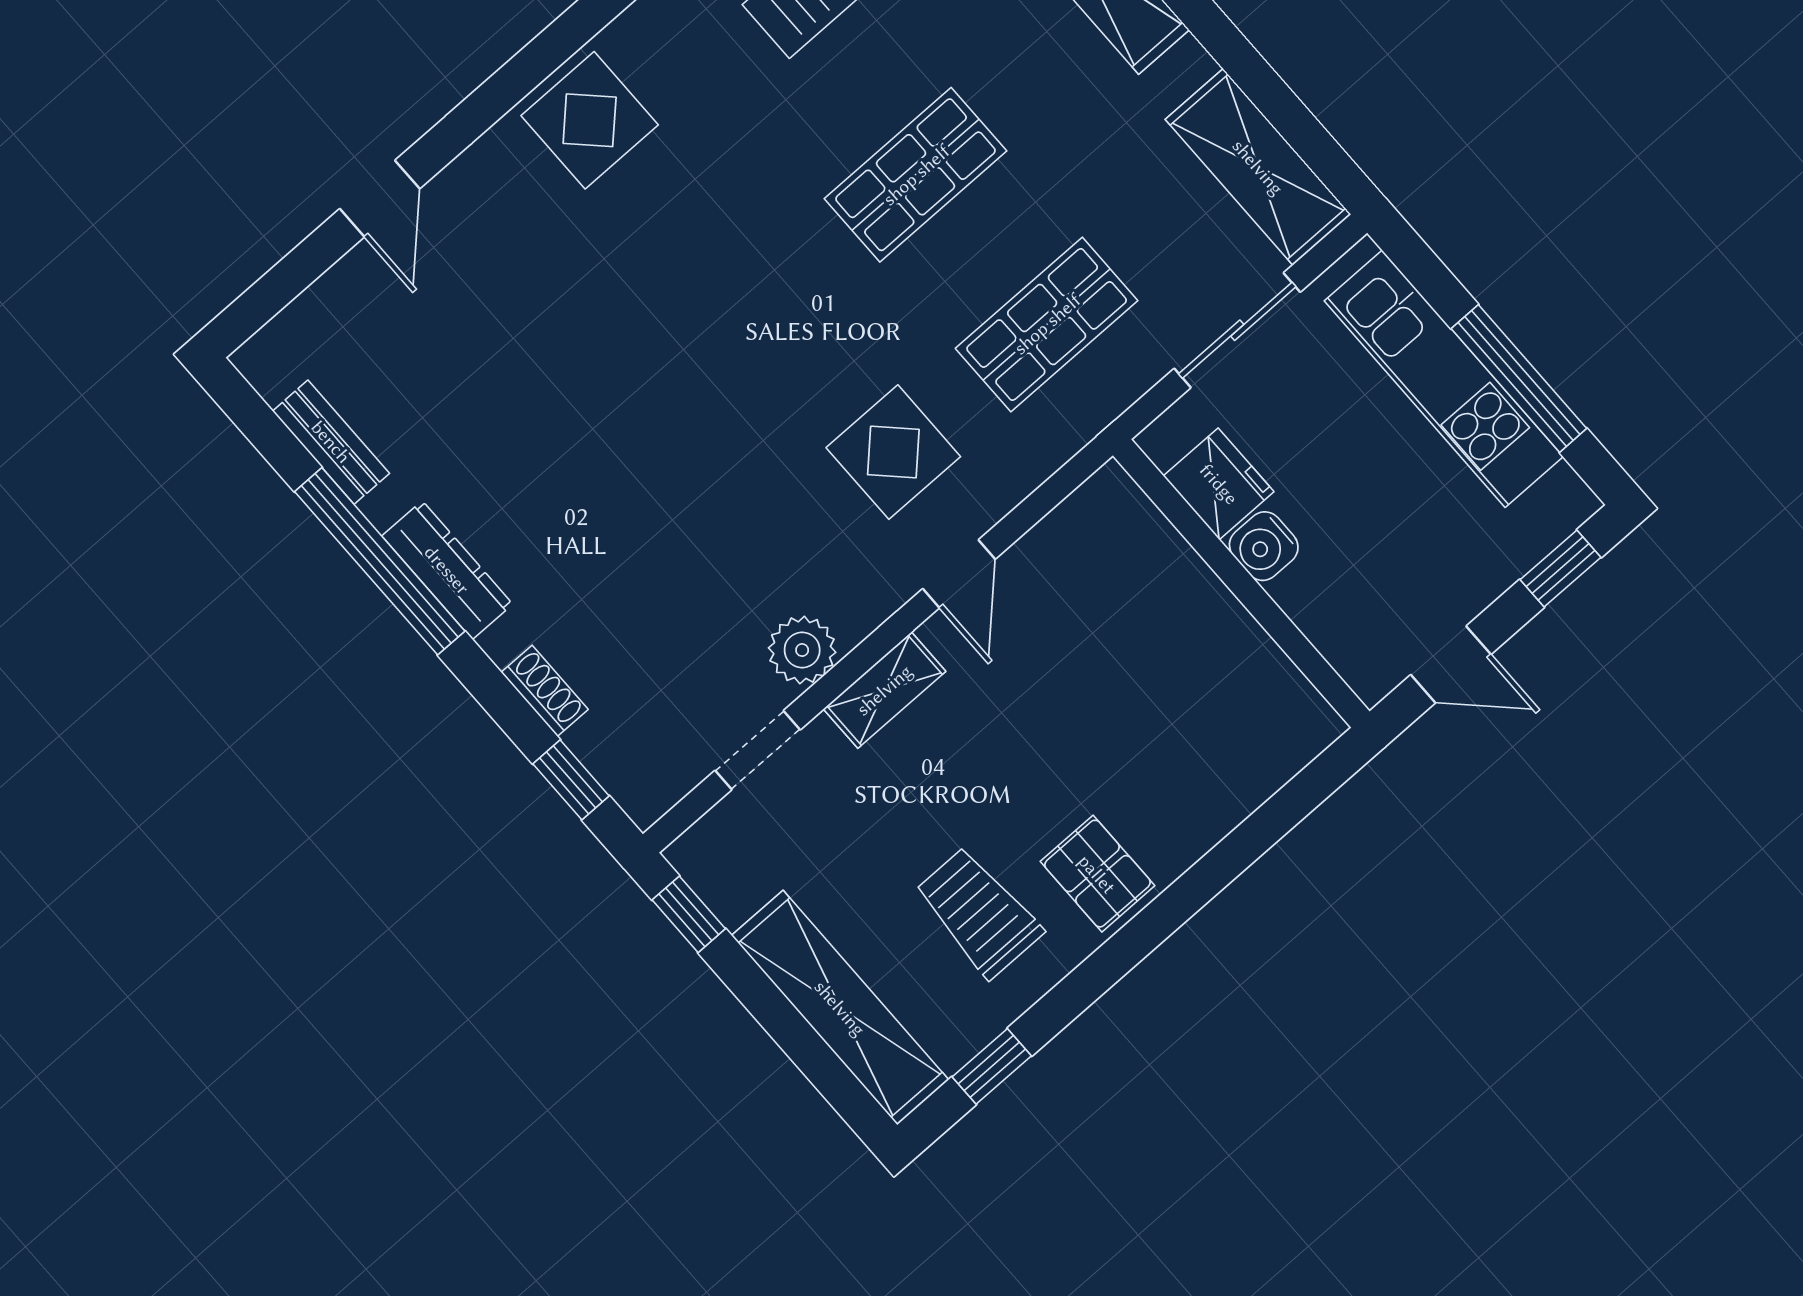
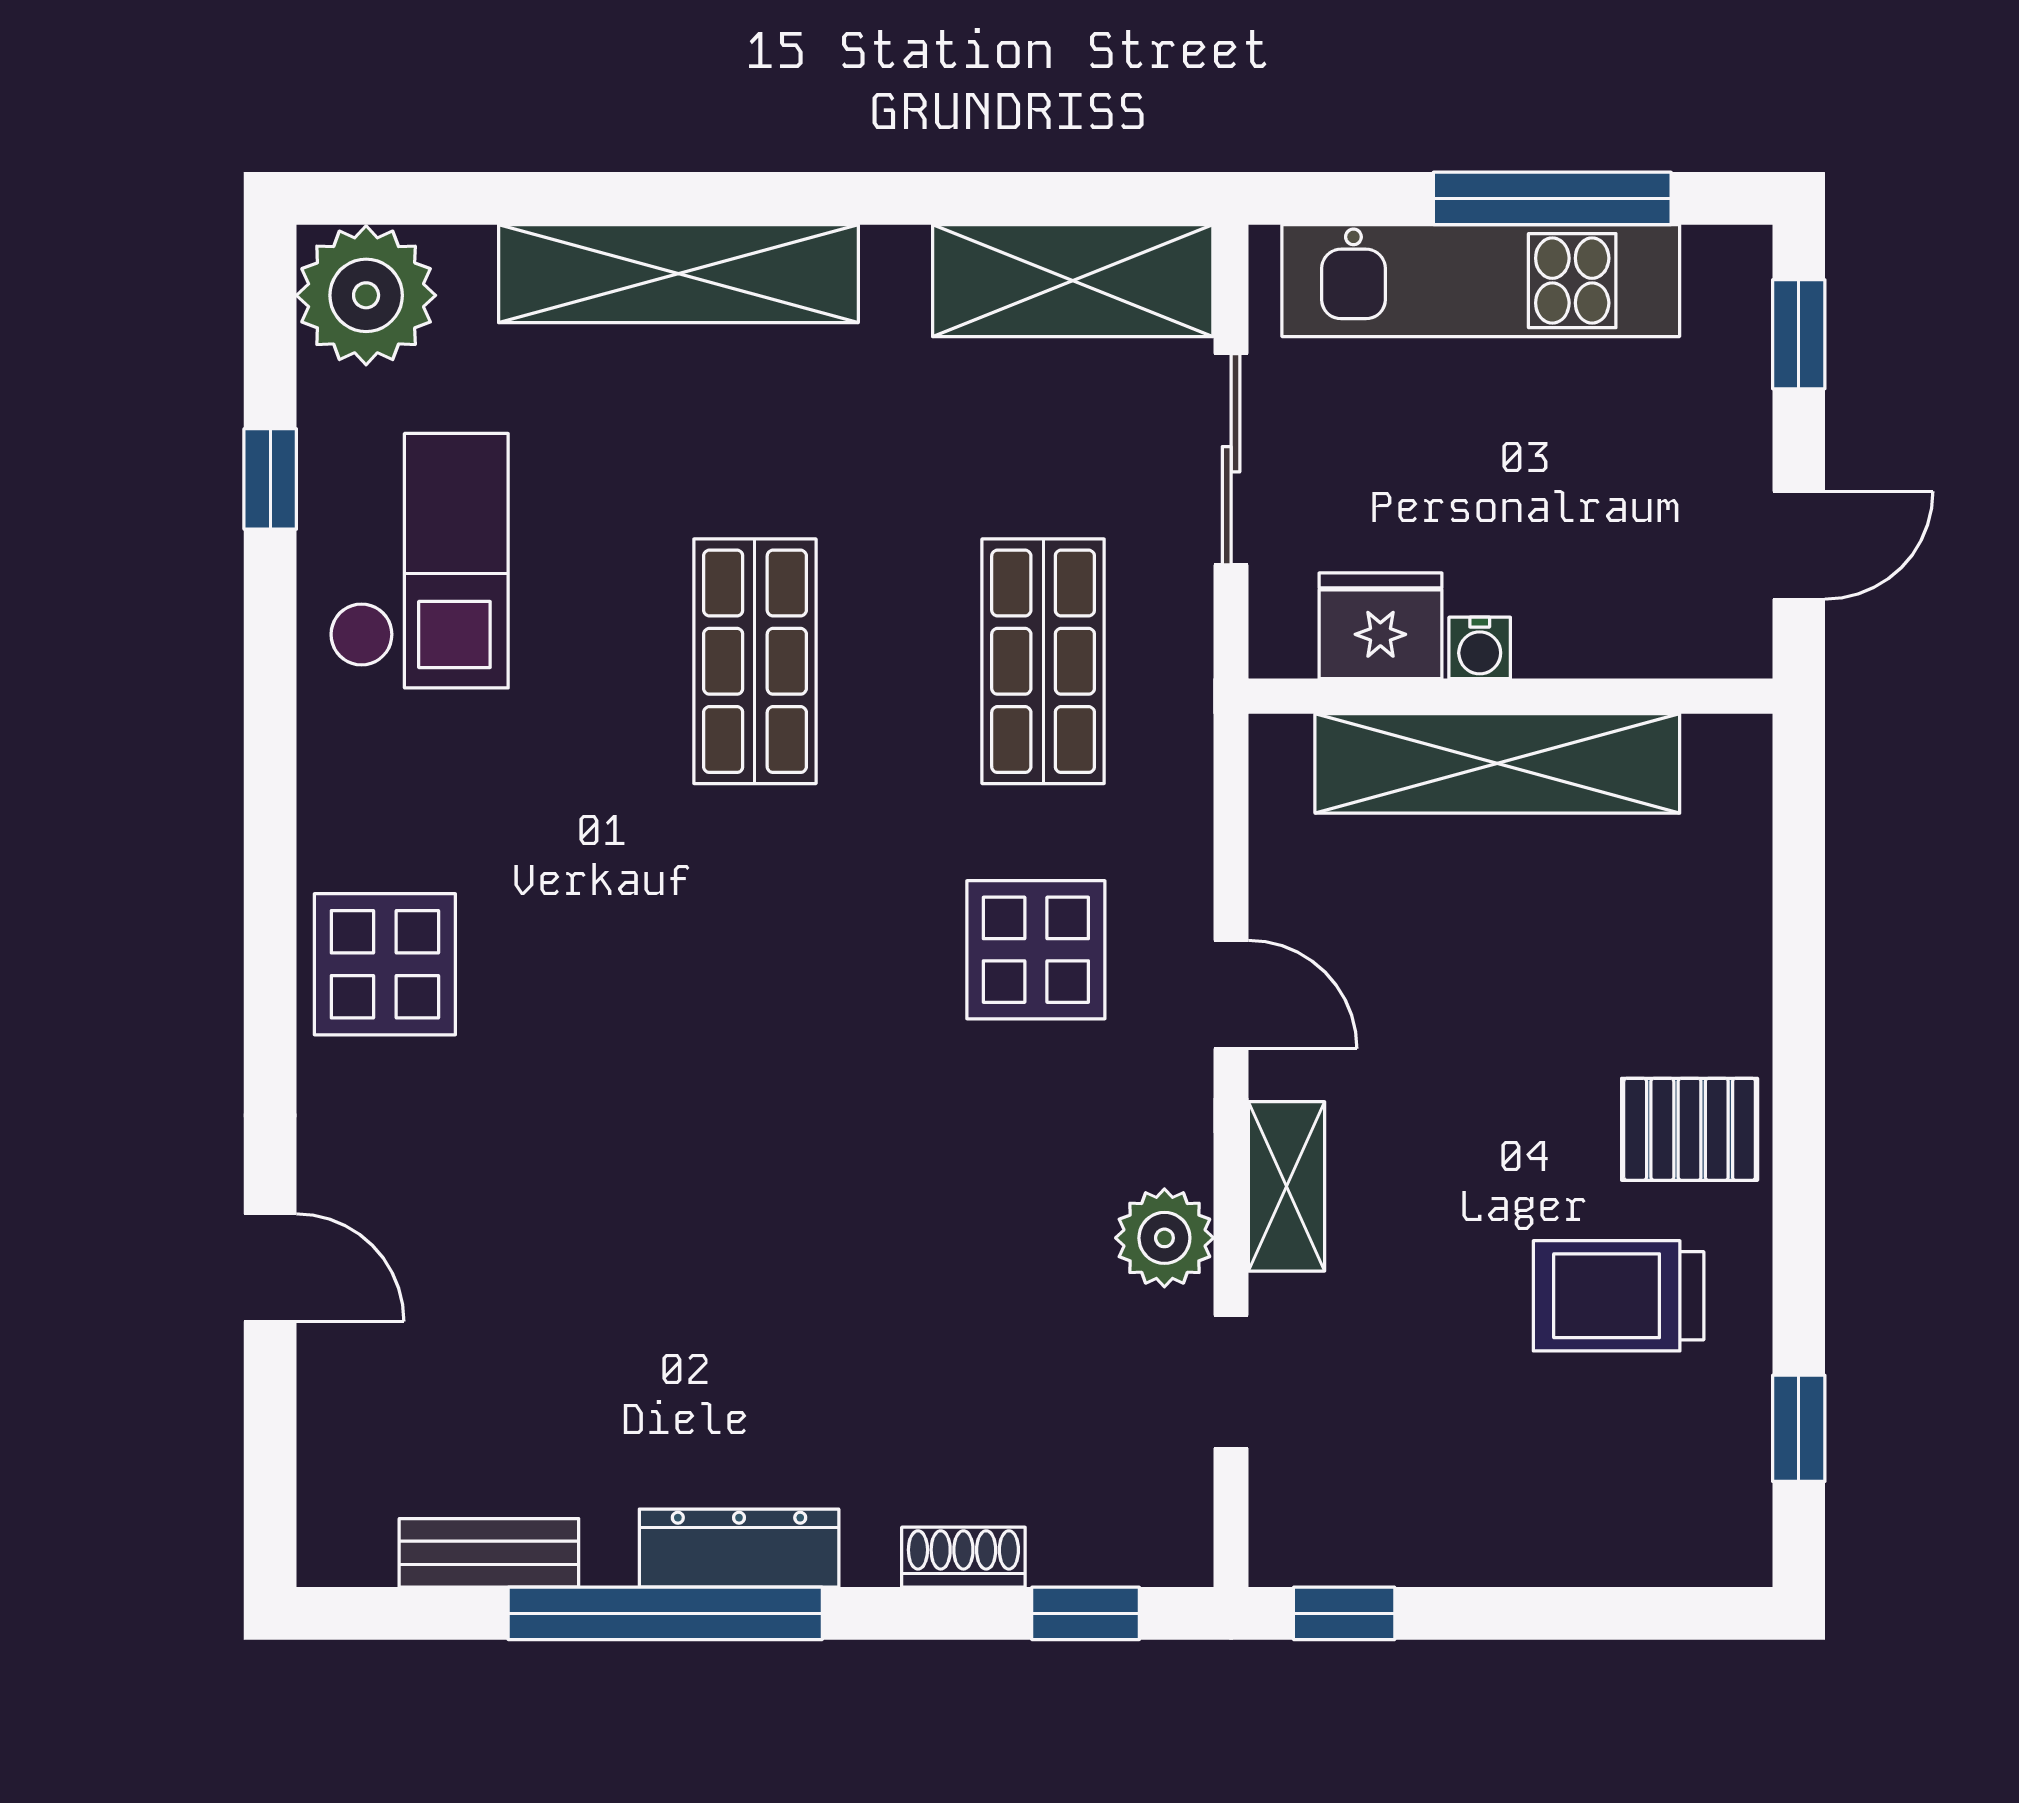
water cooler: (1264, 546) -> (1480, 648), width x0.72, depth x0.72
shelving: (840, 1008) -> (1497, 763), moved

